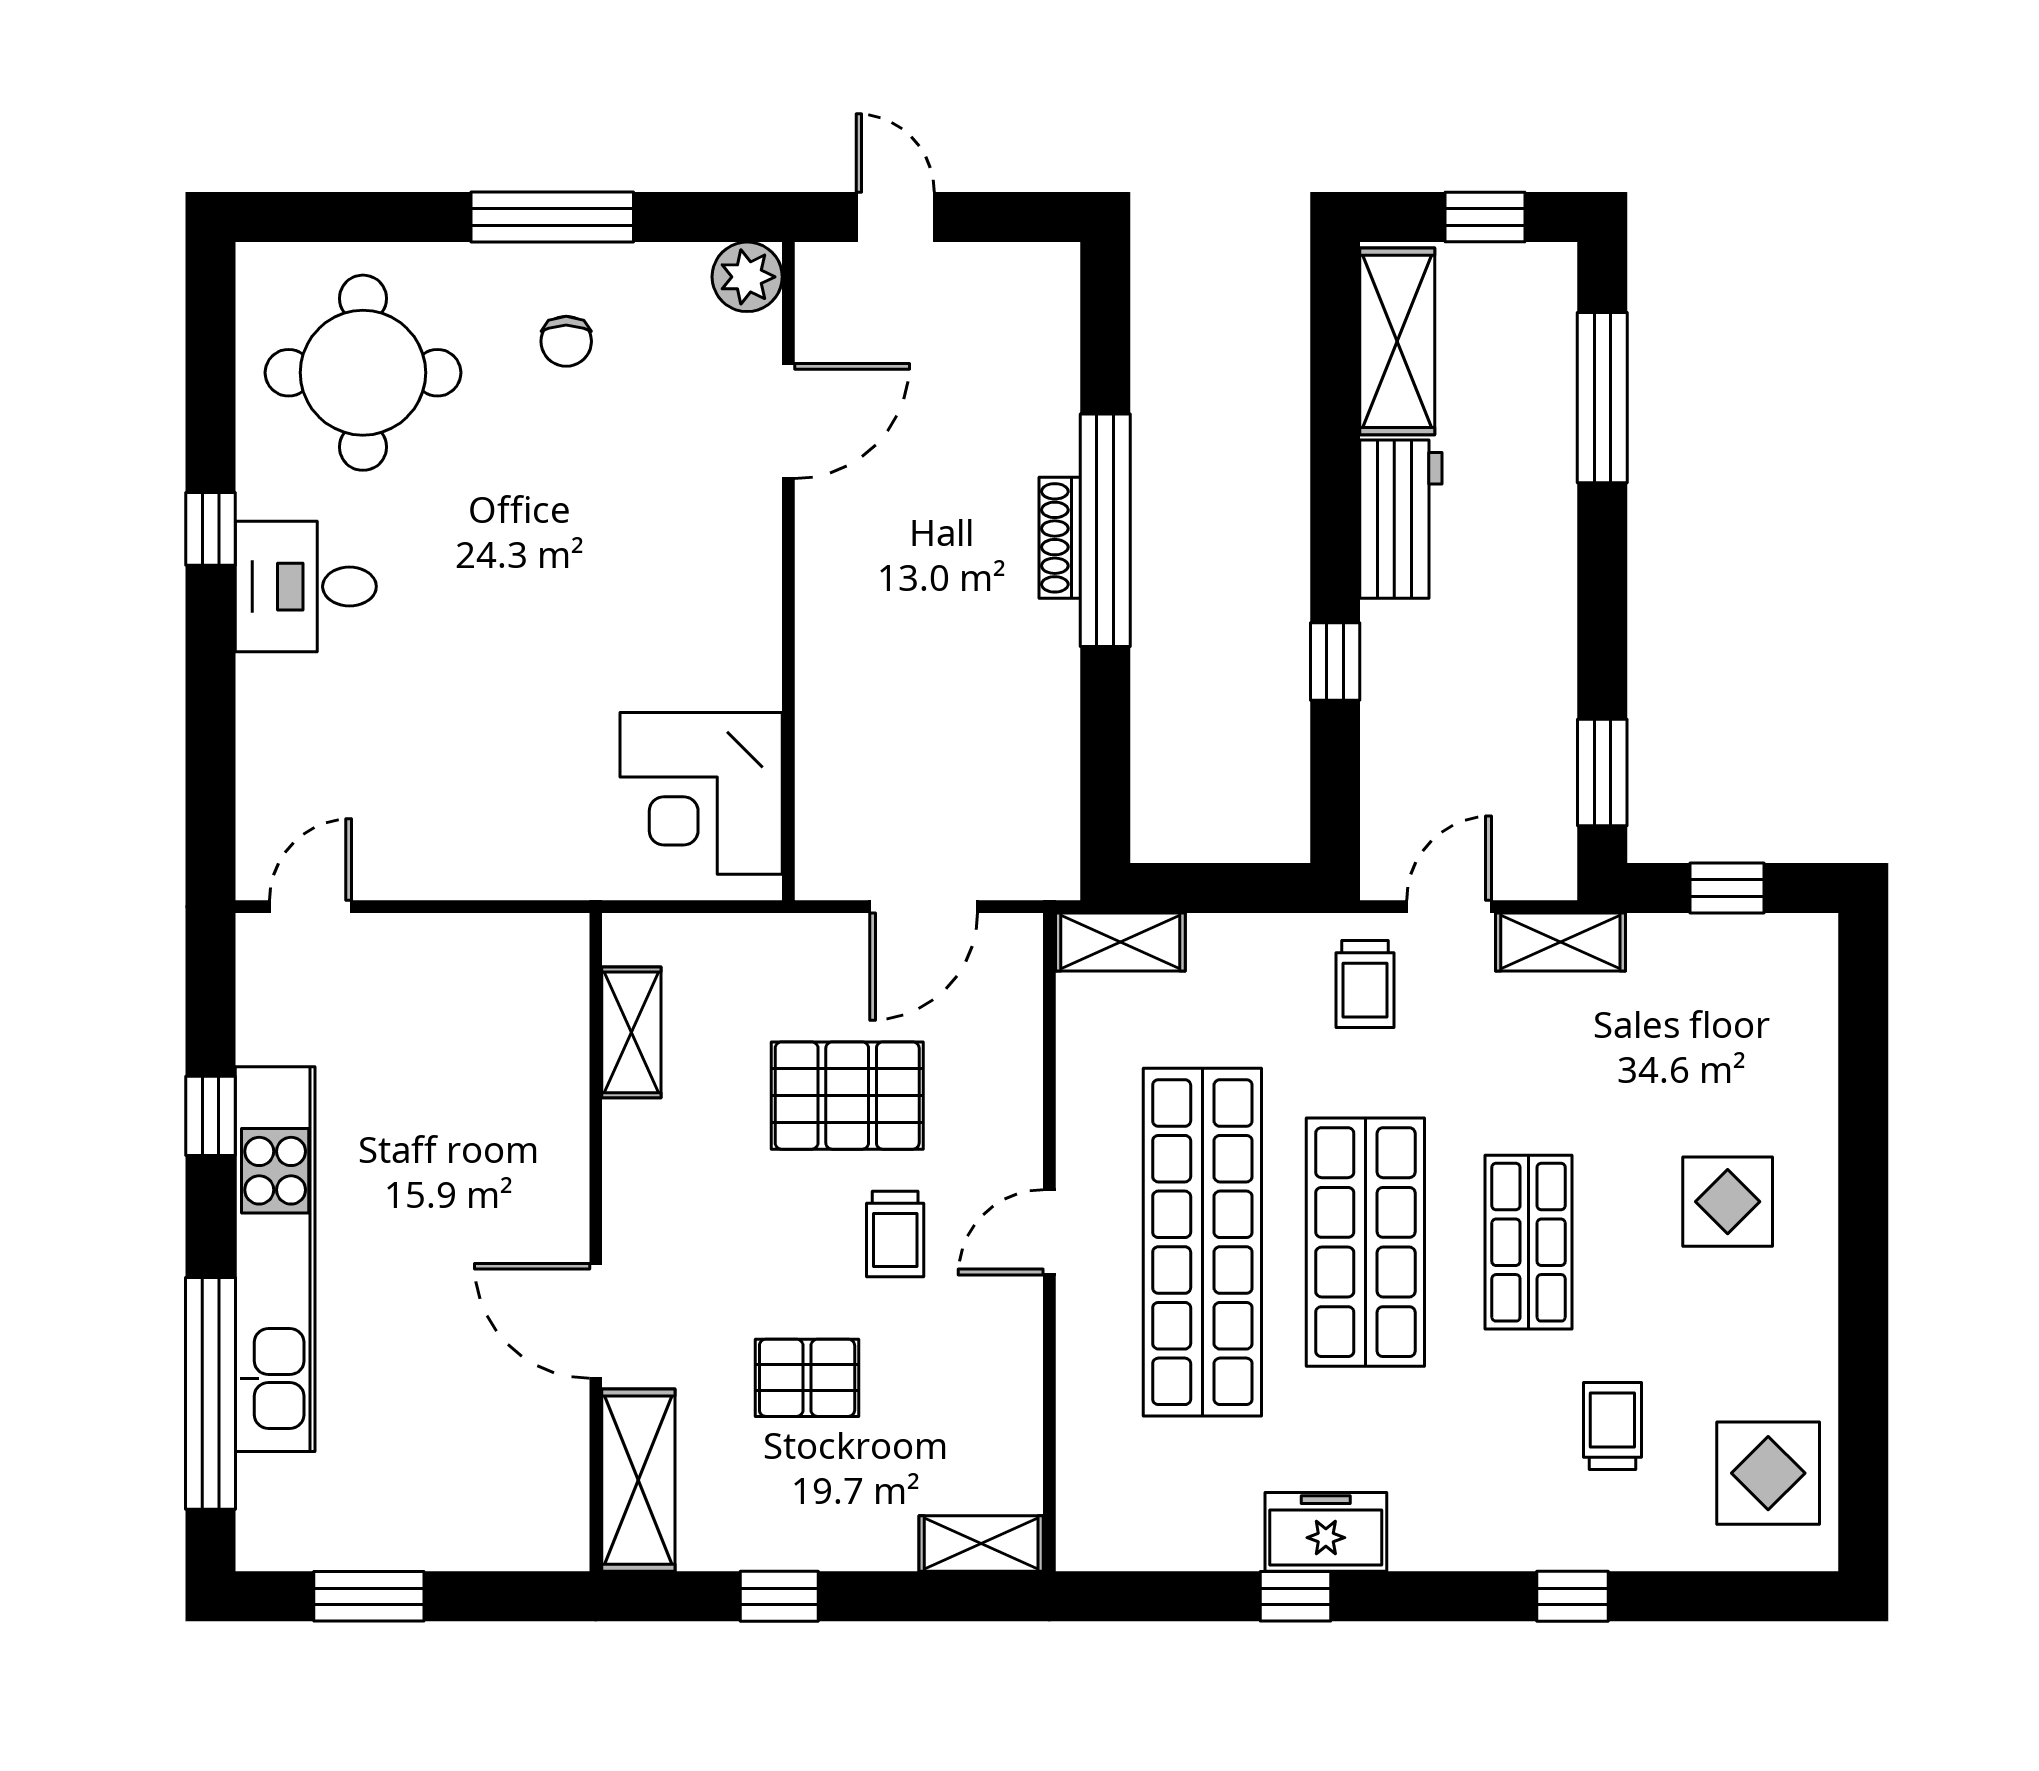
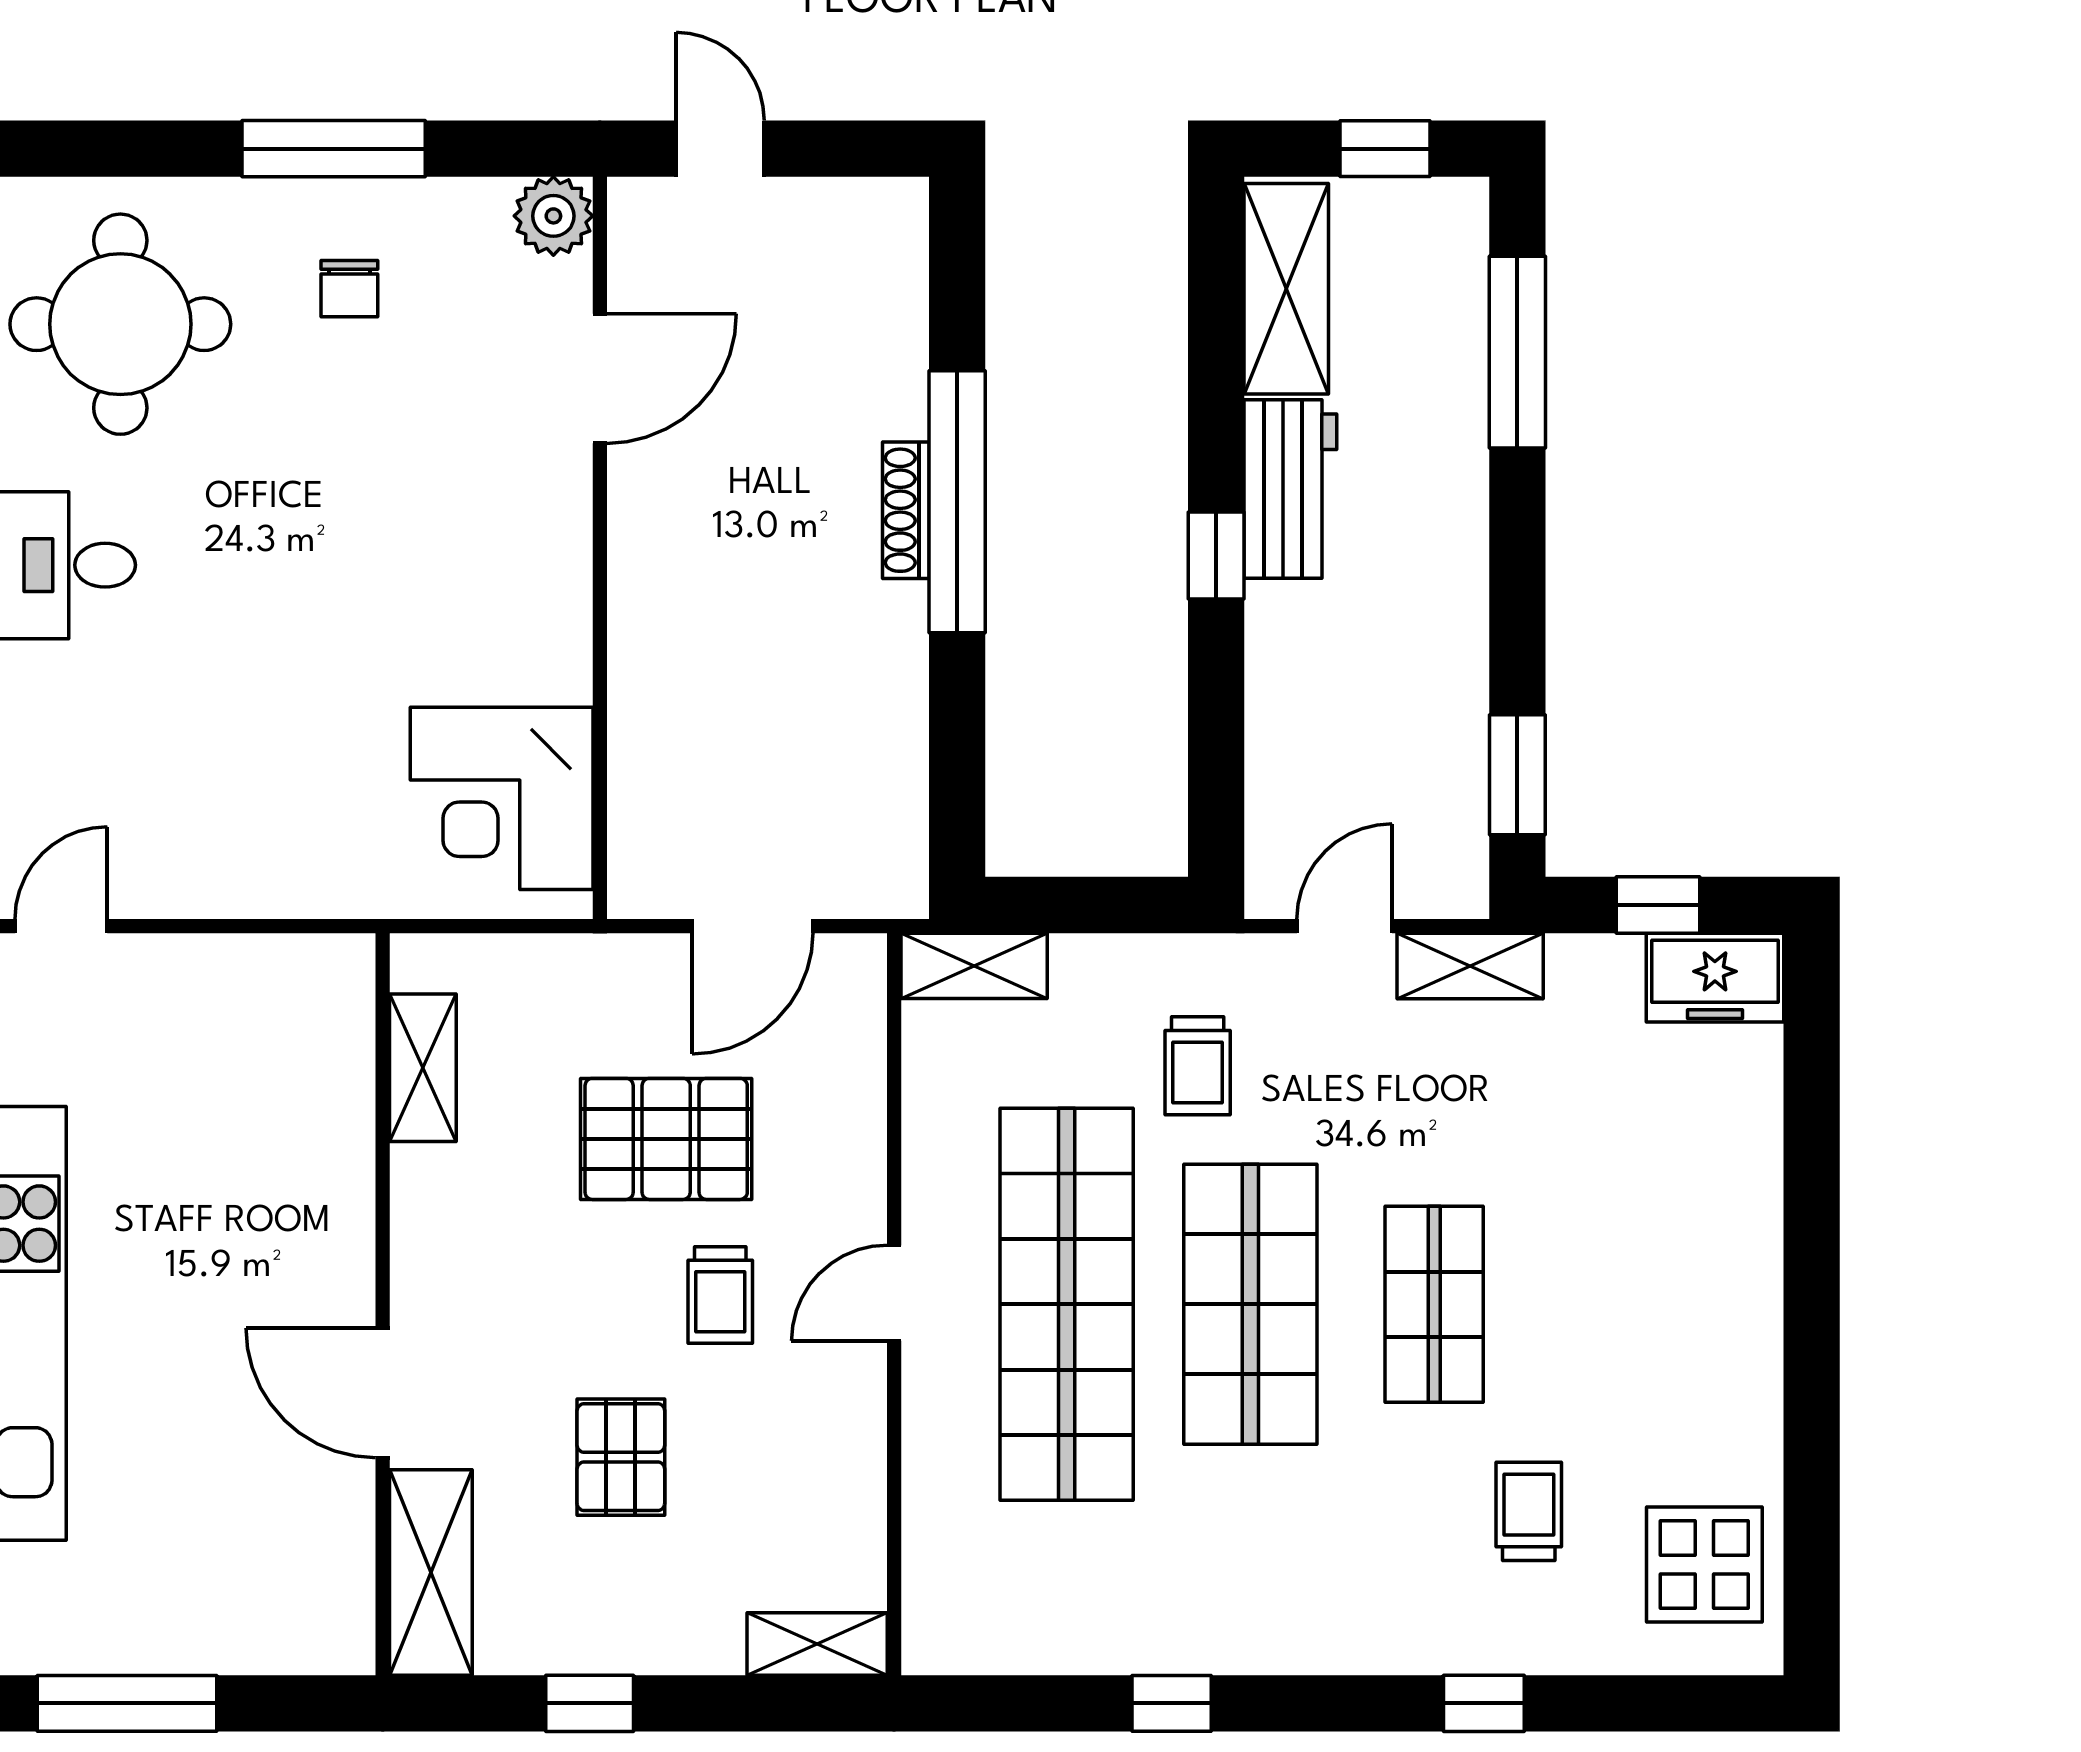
window: (1335, 662) -> (1216, 556), moved
trolley: (1365, 984) -> (1198, 1066), moved
display table: (1728, 1202) -> (1659, 1258), removed
pallet: (807, 1378) -> (621, 1457), turned 90
freezer: (1326, 1532) -> (1715, 978), moved, turned 180
window: (369, 1596) -> (127, 1703), width x1.44

